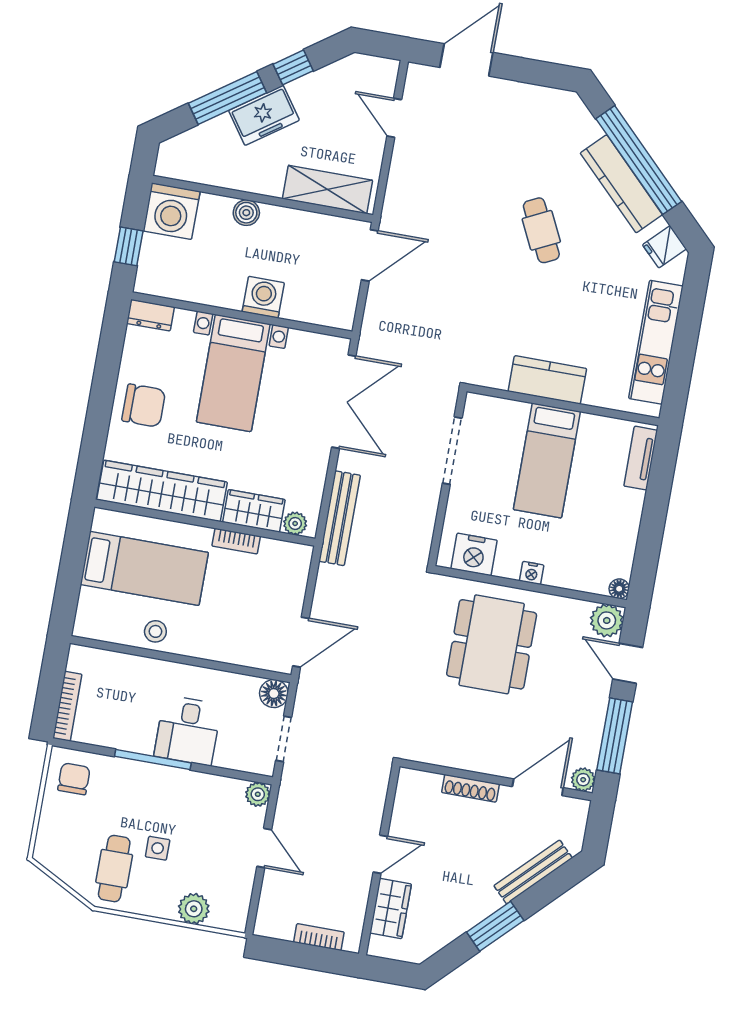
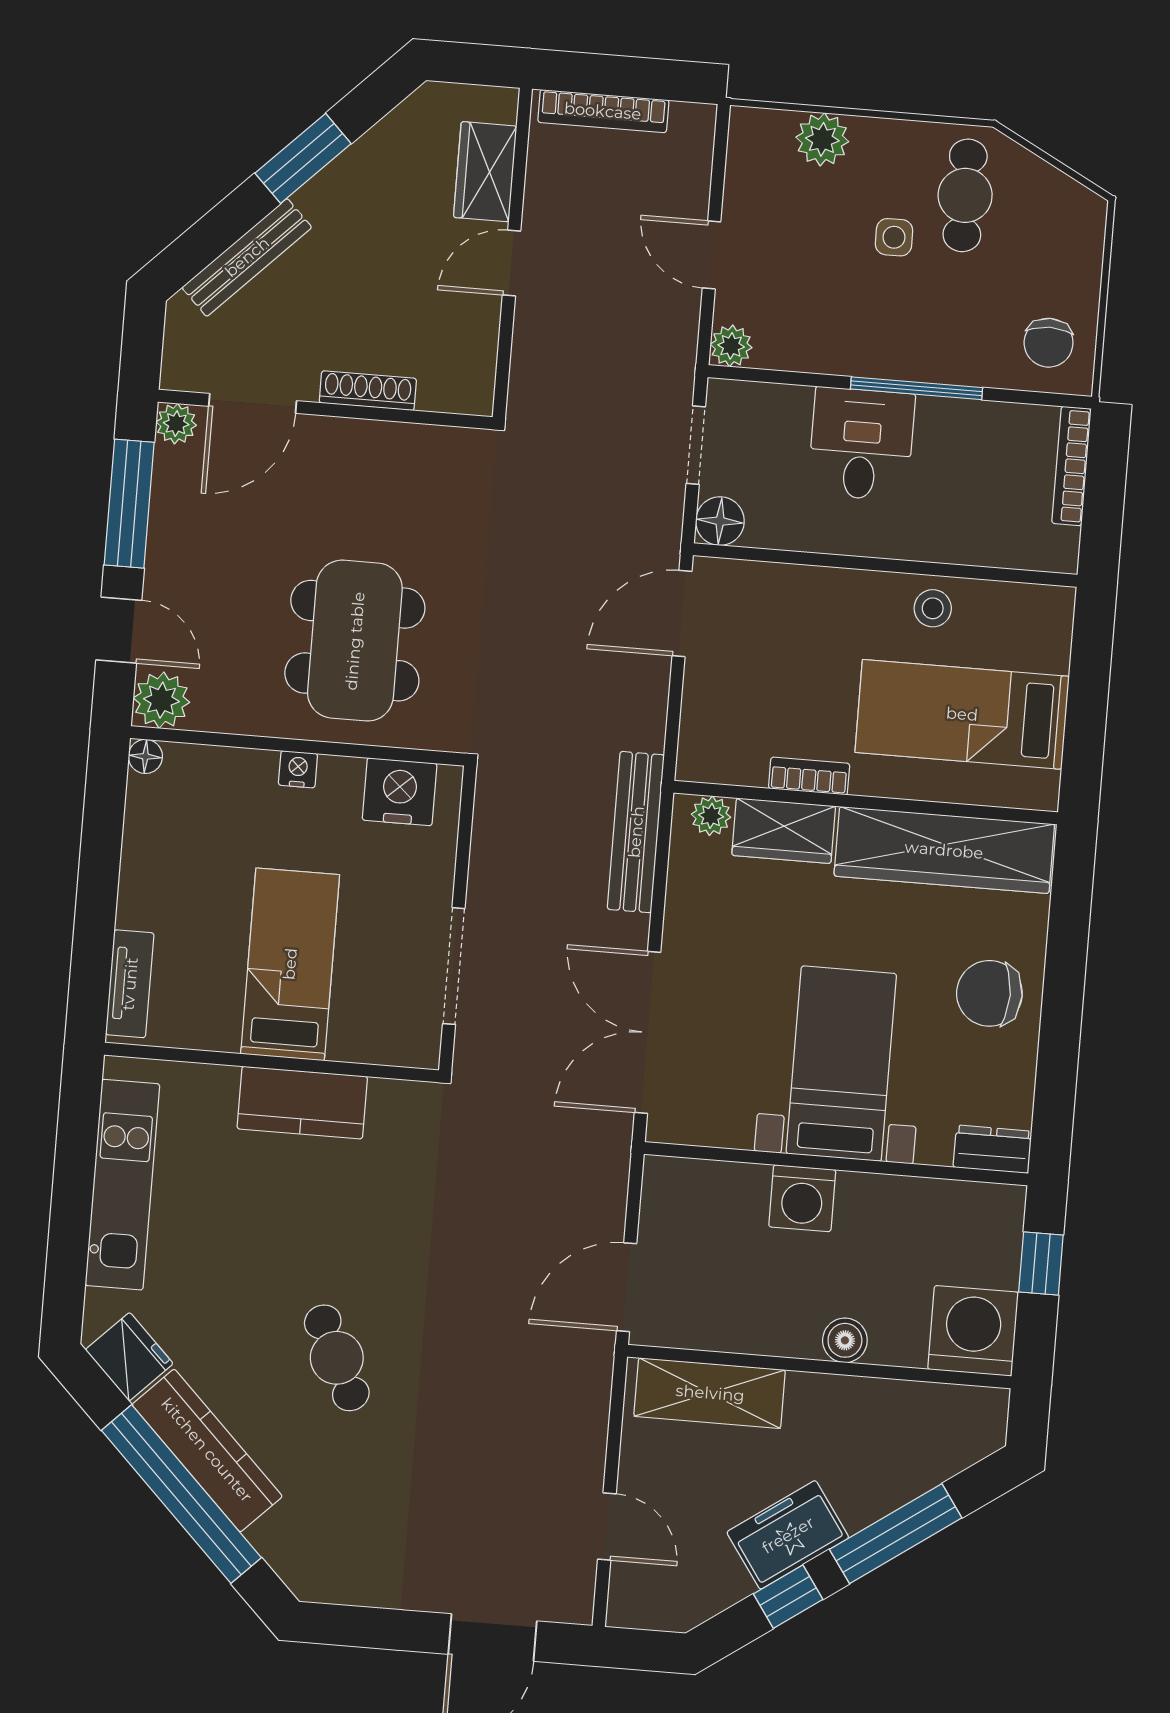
freezer: (264, 115) -> (788, 1535), moved
fridge: (664, 247) -> (129, 1357), width x1.38
bookcase: (319, 937) -> (603, 111), width x1.56

